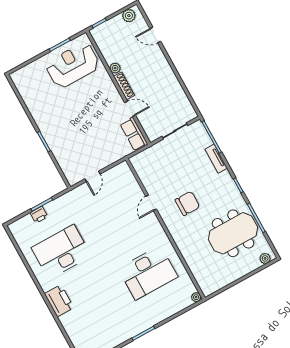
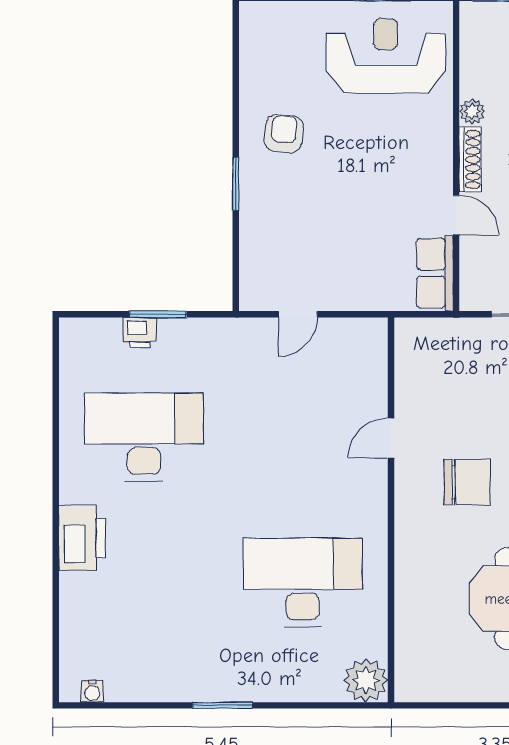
armchair: (51, 114) -> (284, 134), added
desk: (148, 273) -> (303, 583), turned 180
plant: (196, 297) -> (366, 680), width x1.88, depth x1.88

